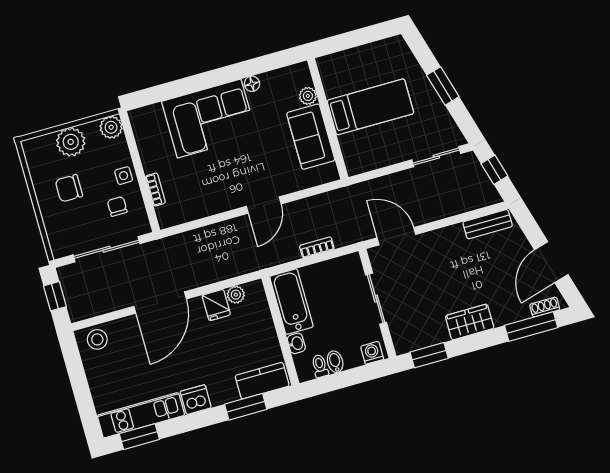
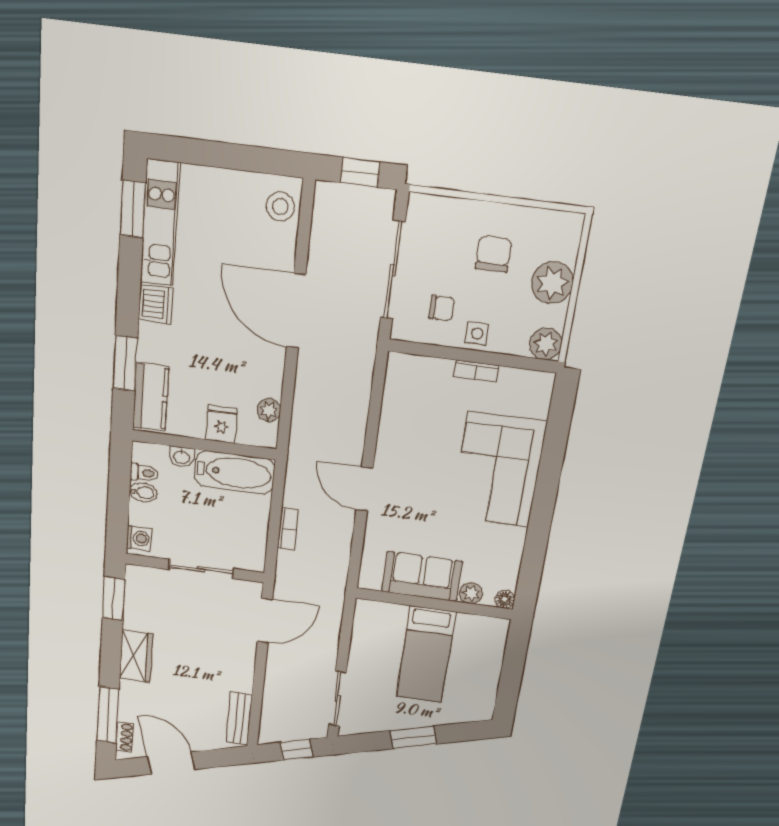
floor lamp: (252, 84) -> (505, 599), moved
bookcase: (155, 190) -> (476, 371), moved
fridge: (216, 305) -> (221, 424), moved, turned 90

